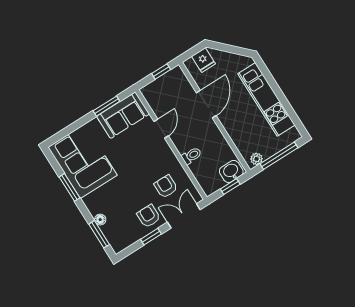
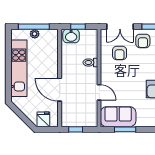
door: (206, 104) -> (60, 90), hinge flipped
door: (161, 129) -> (99, 92), swing flipped
plant: (256, 159) -> (35, 34), moved

